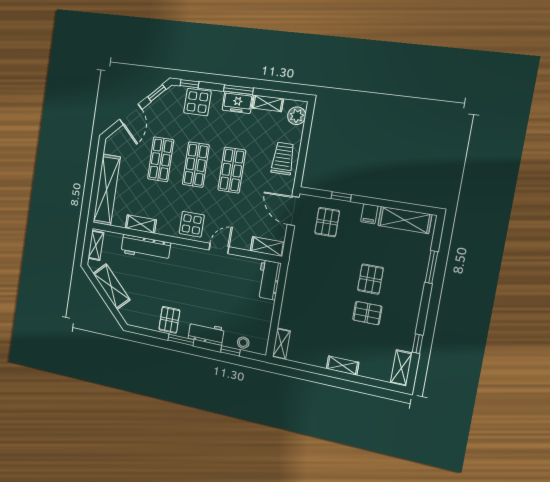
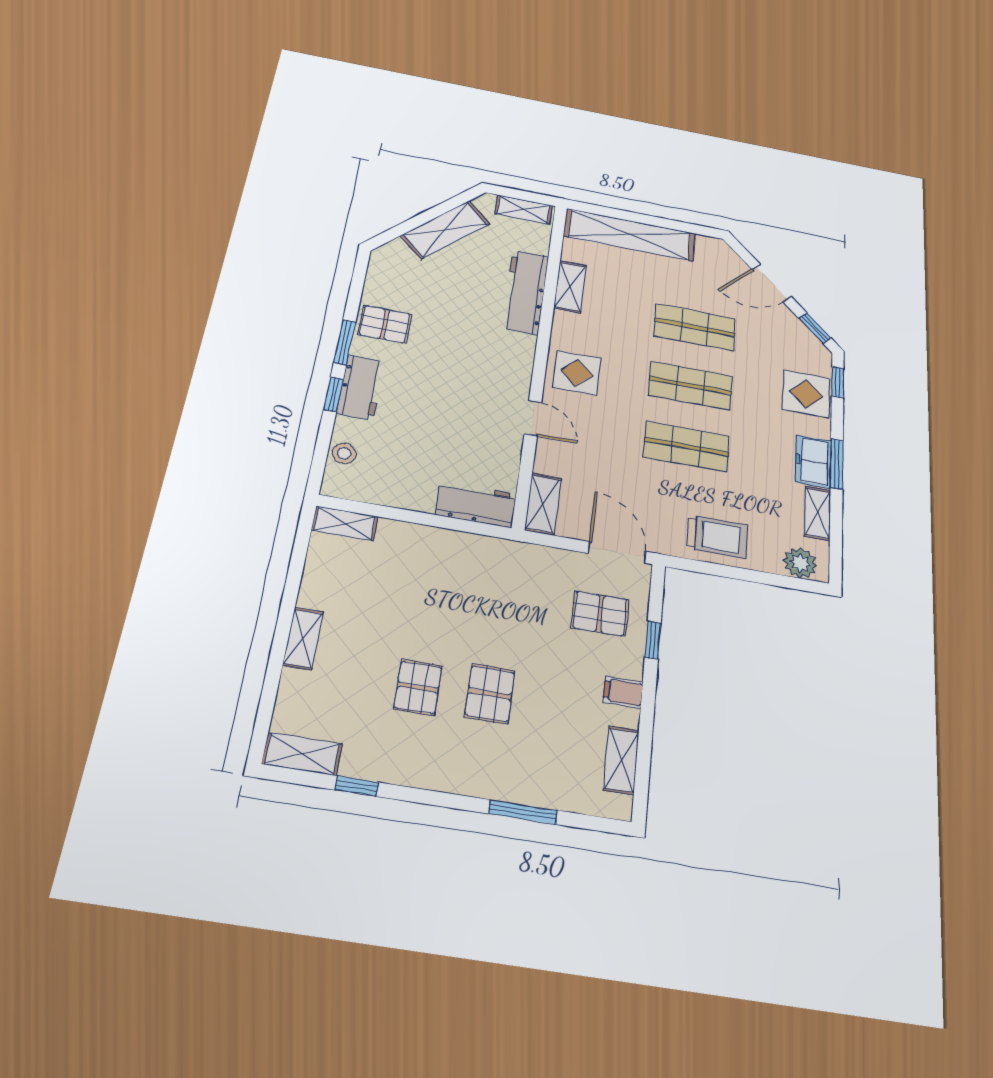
door: (293, 211) -> (617, 552), hinge flipped
shelving: (405, 220) -> (621, 760), width x0.67, depth x0.75
pallet: (370, 279) -> (490, 694), turned 90
window: (231, 351) -> (333, 394), moved

